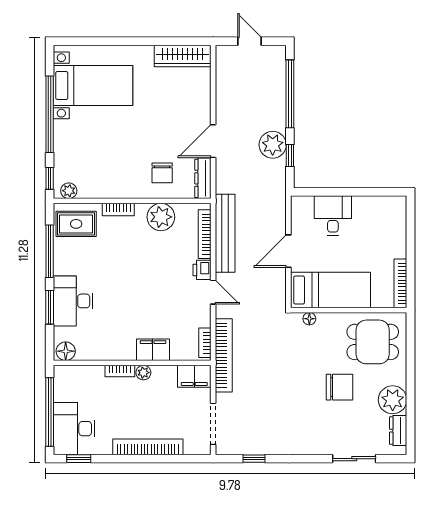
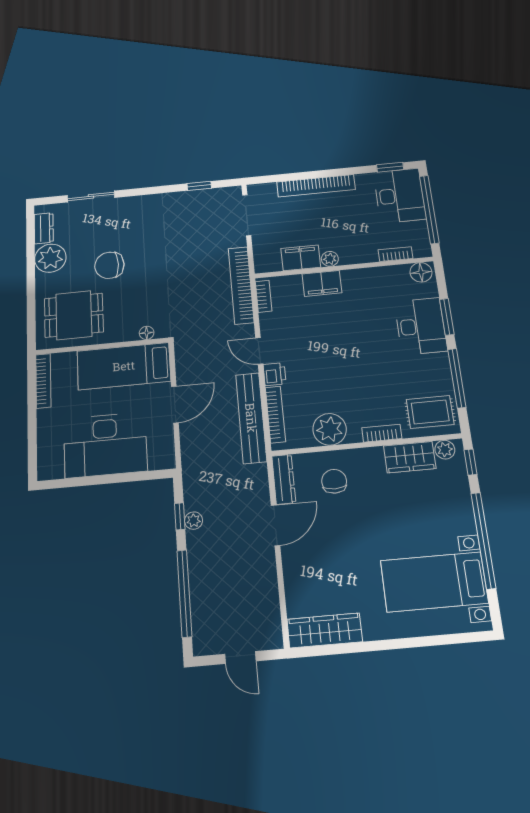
plant: (273, 145) -> (194, 521), width x0.53, depth x0.53
wardrobe: (98, 187) -> (410, 457), added
desk: (333, 216) -> (105, 445), width x1.87, depth x1.30
bookcase: (120, 371) -> (395, 254), moved
filing cabinet: (194, 376) -> (301, 258), moved

